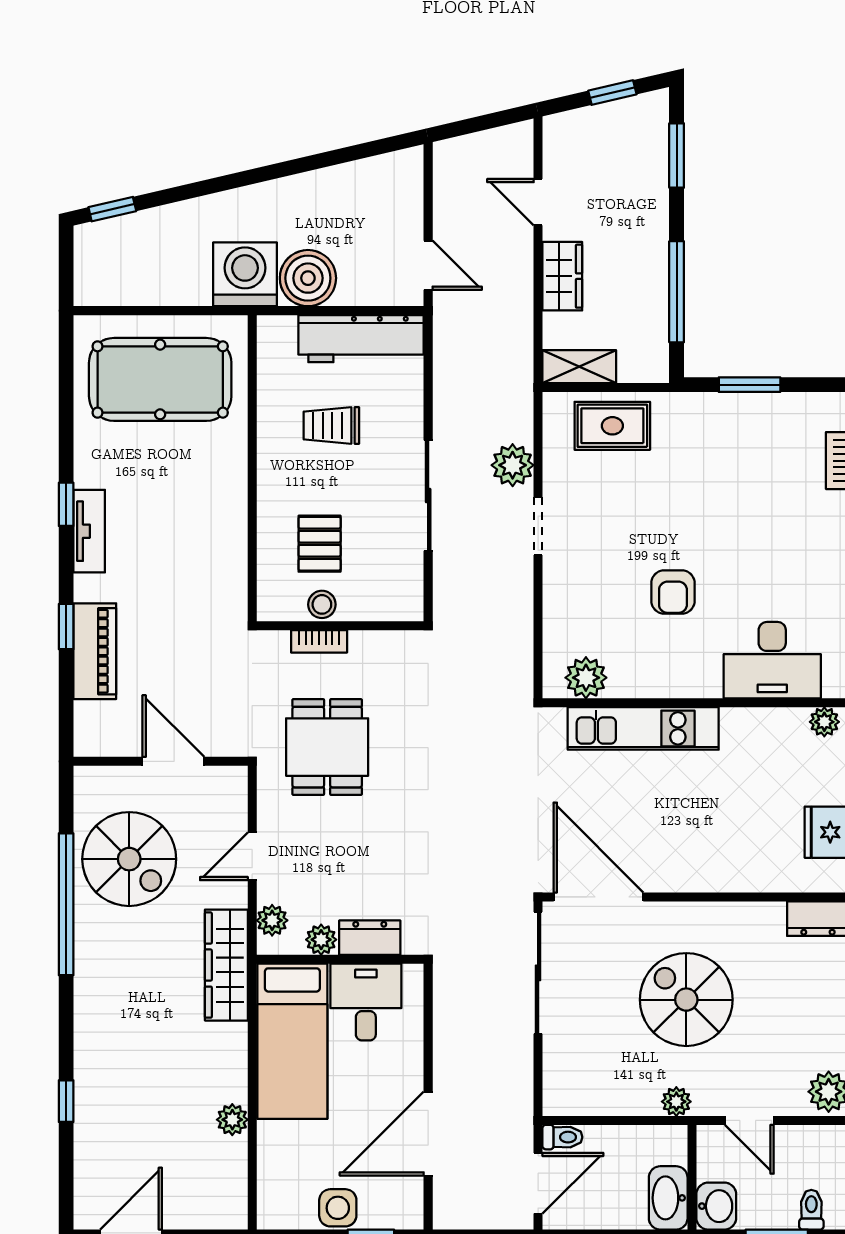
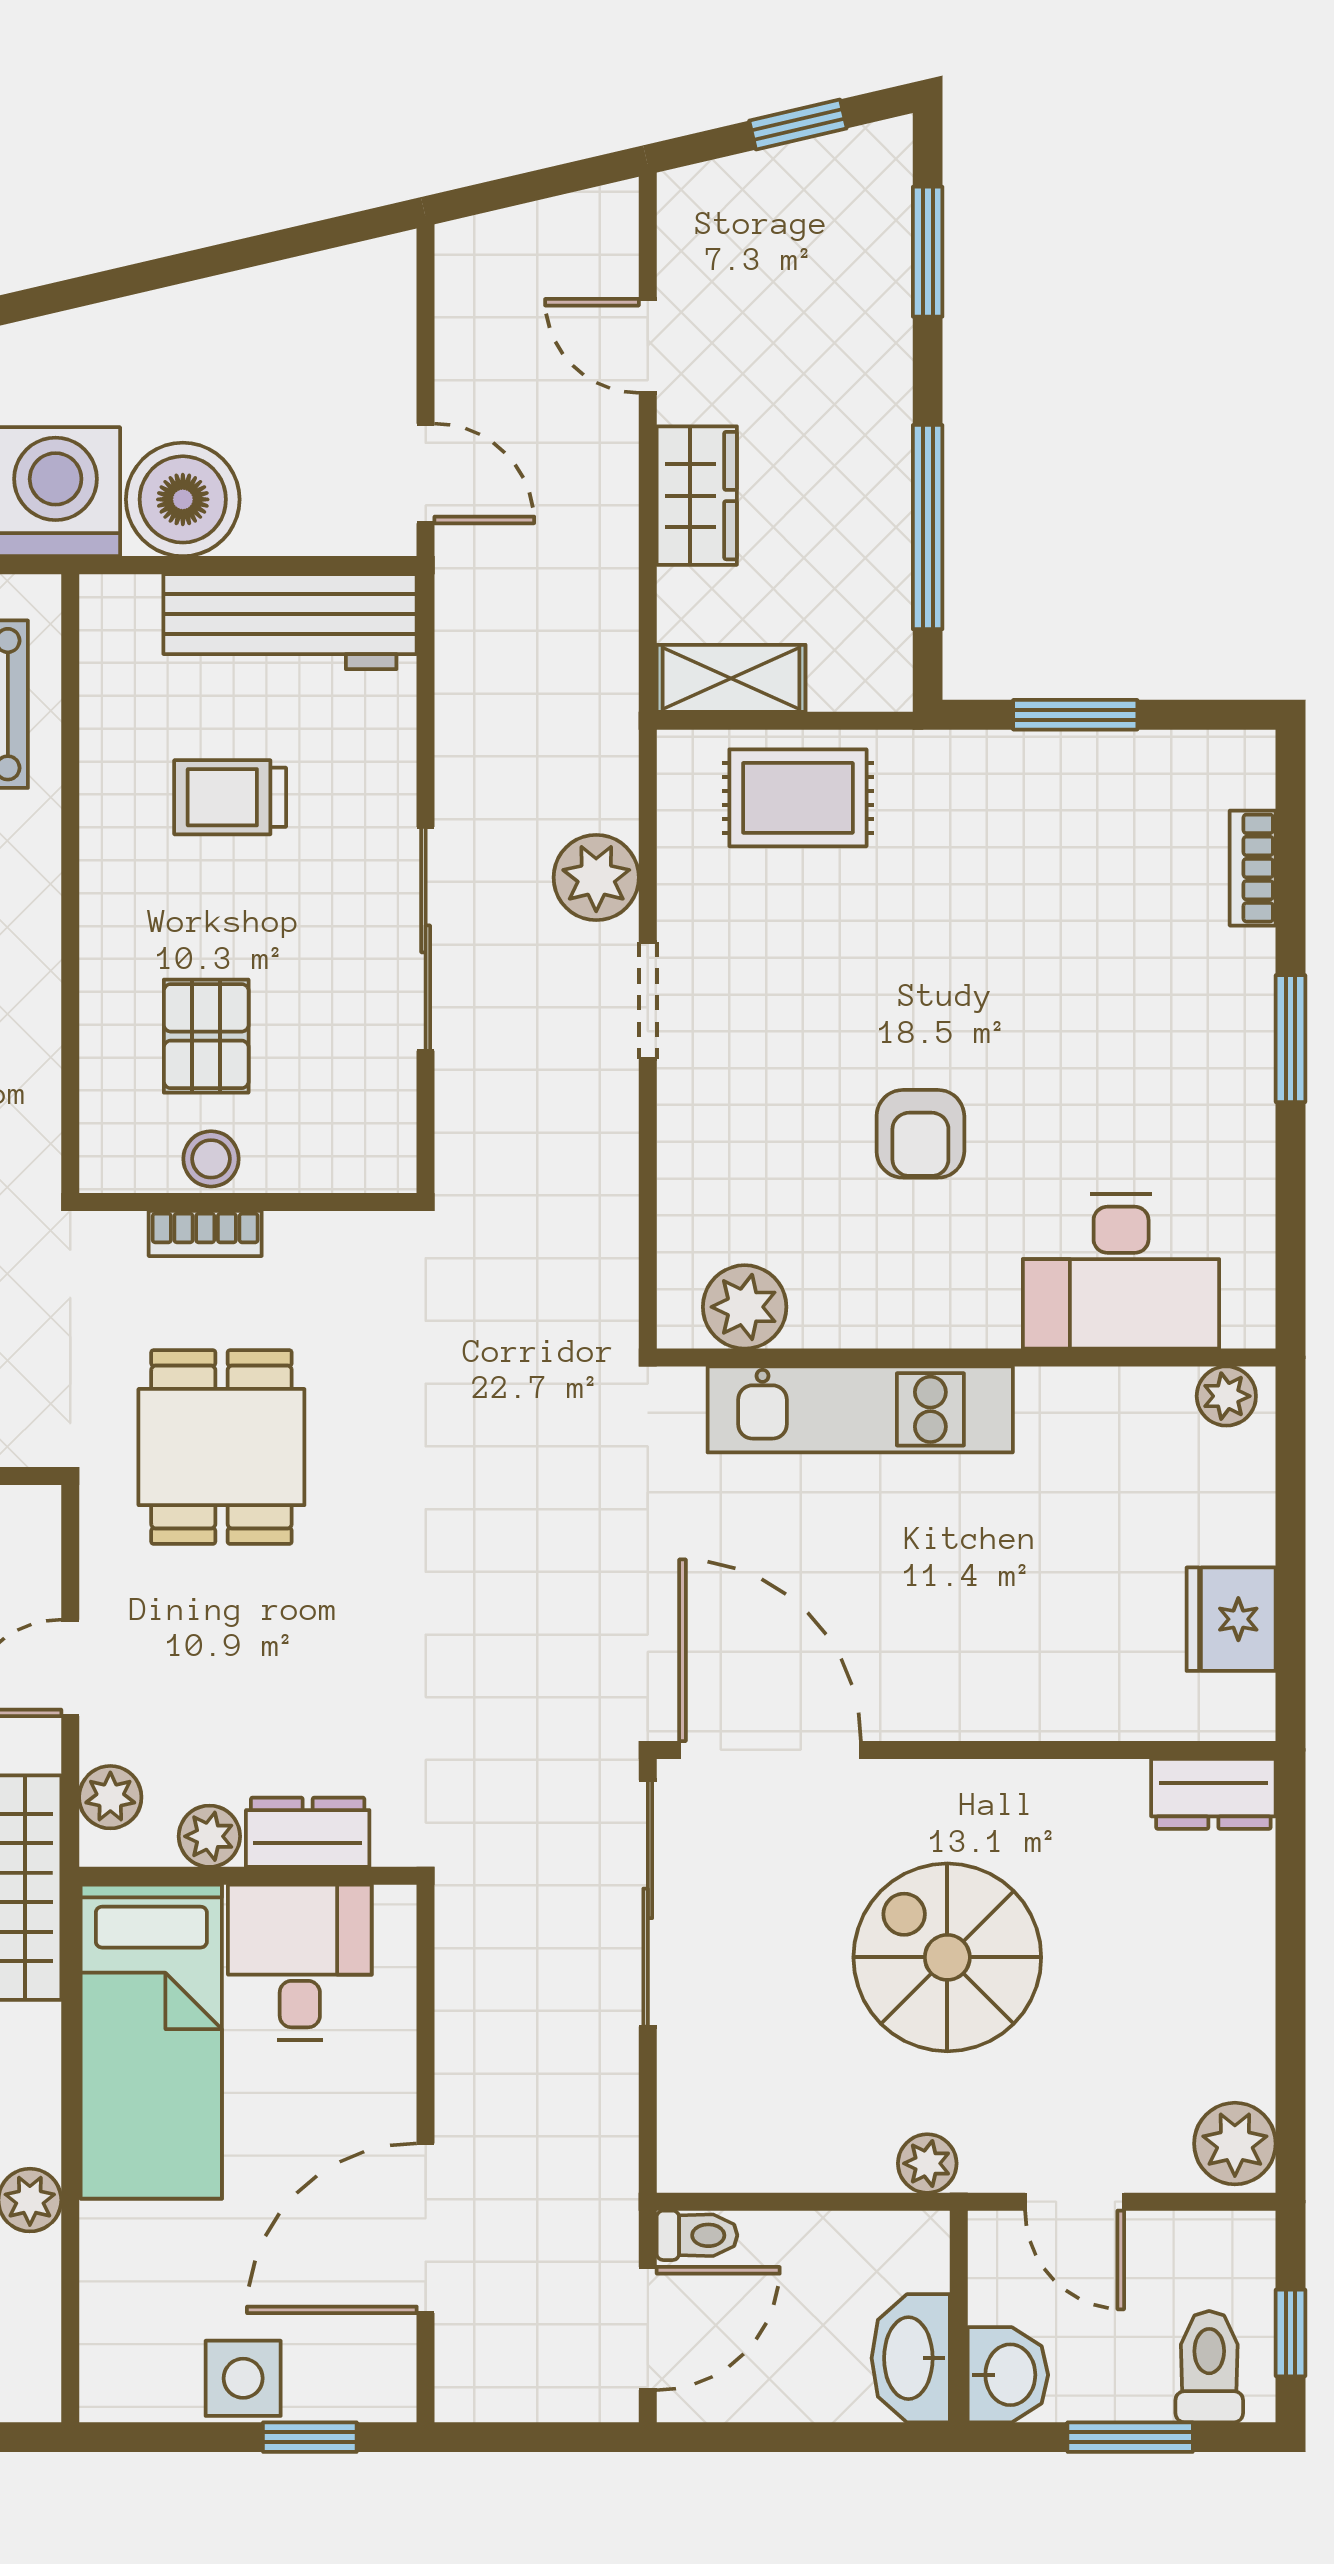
toilet: (811, 1210) -> (1209, 2367), width x1.37, depth x1.39

